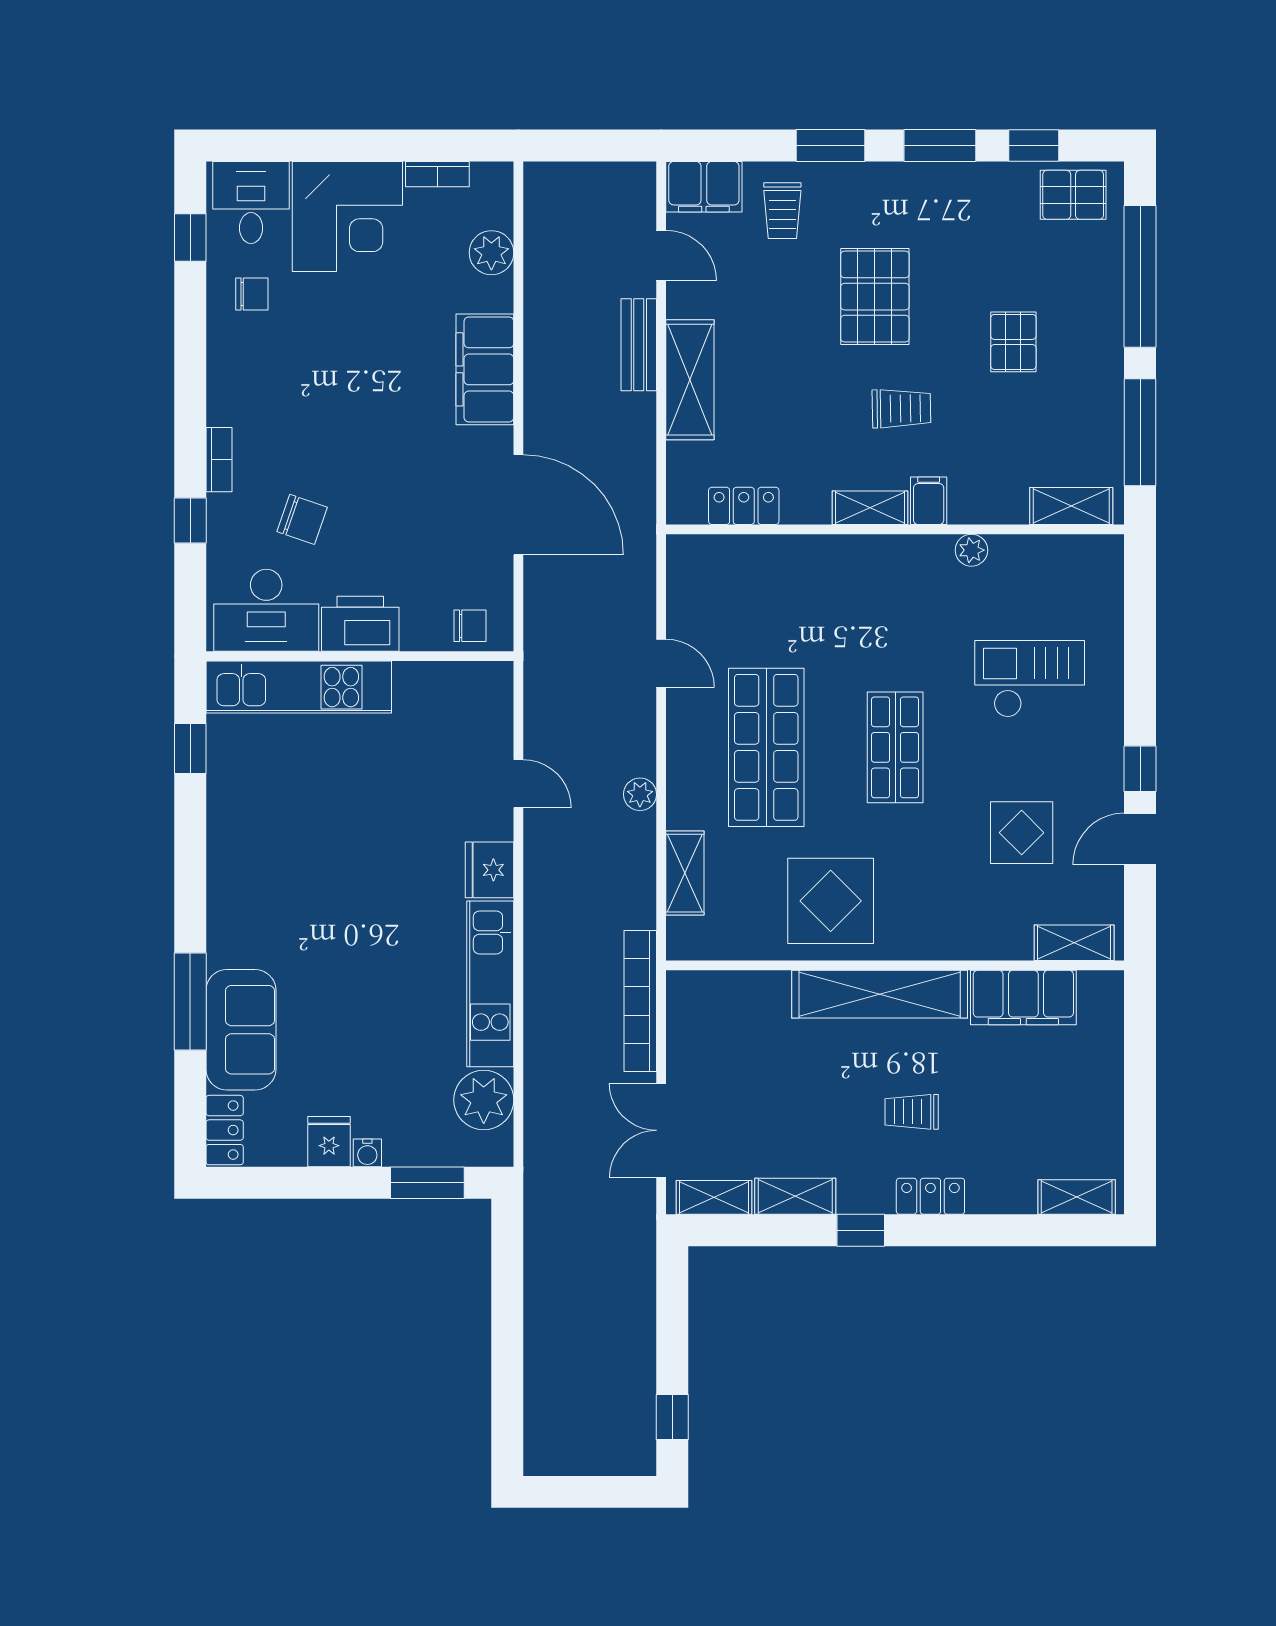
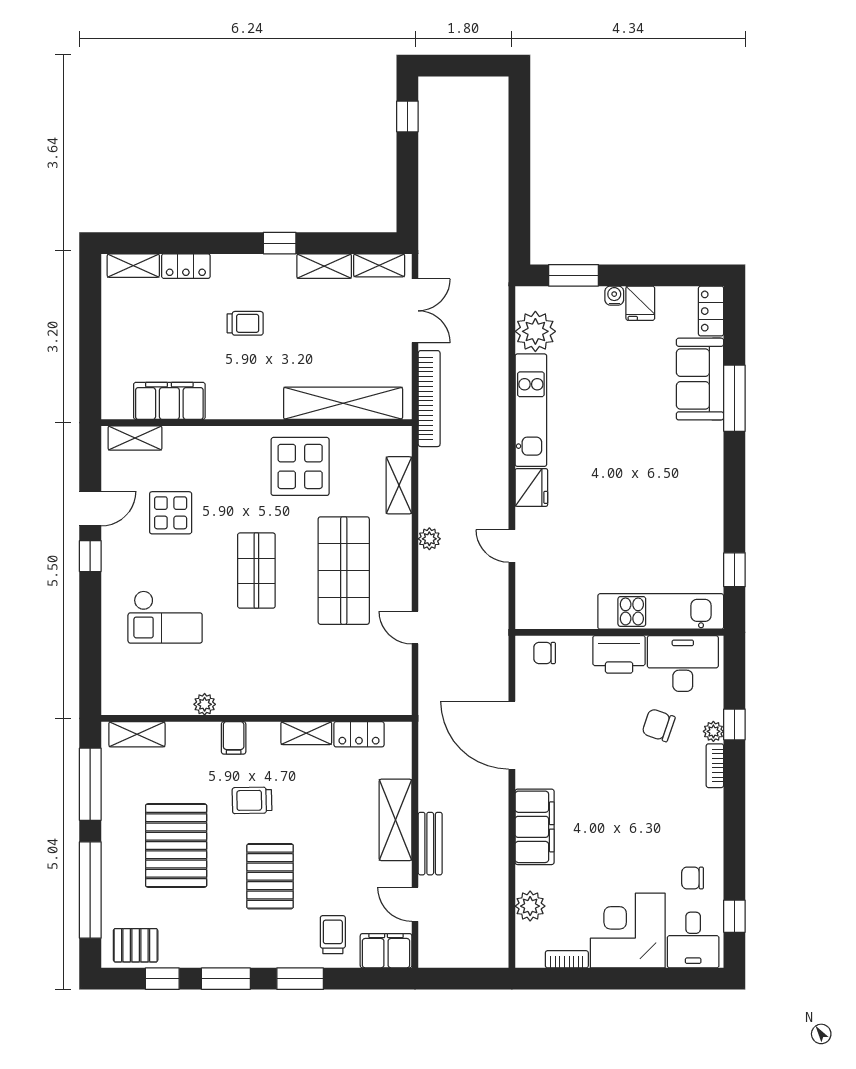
pallet: (1013, 342) -> (176, 845), width x2.05, depth x2.00
shelving: (870, 508) -> (306, 733), moved
plant: (221, 510) -> (713, 731), added
shelving: (880, 994) -> (343, 403), moved
locker: (930, 1196) -> (186, 266), moved

